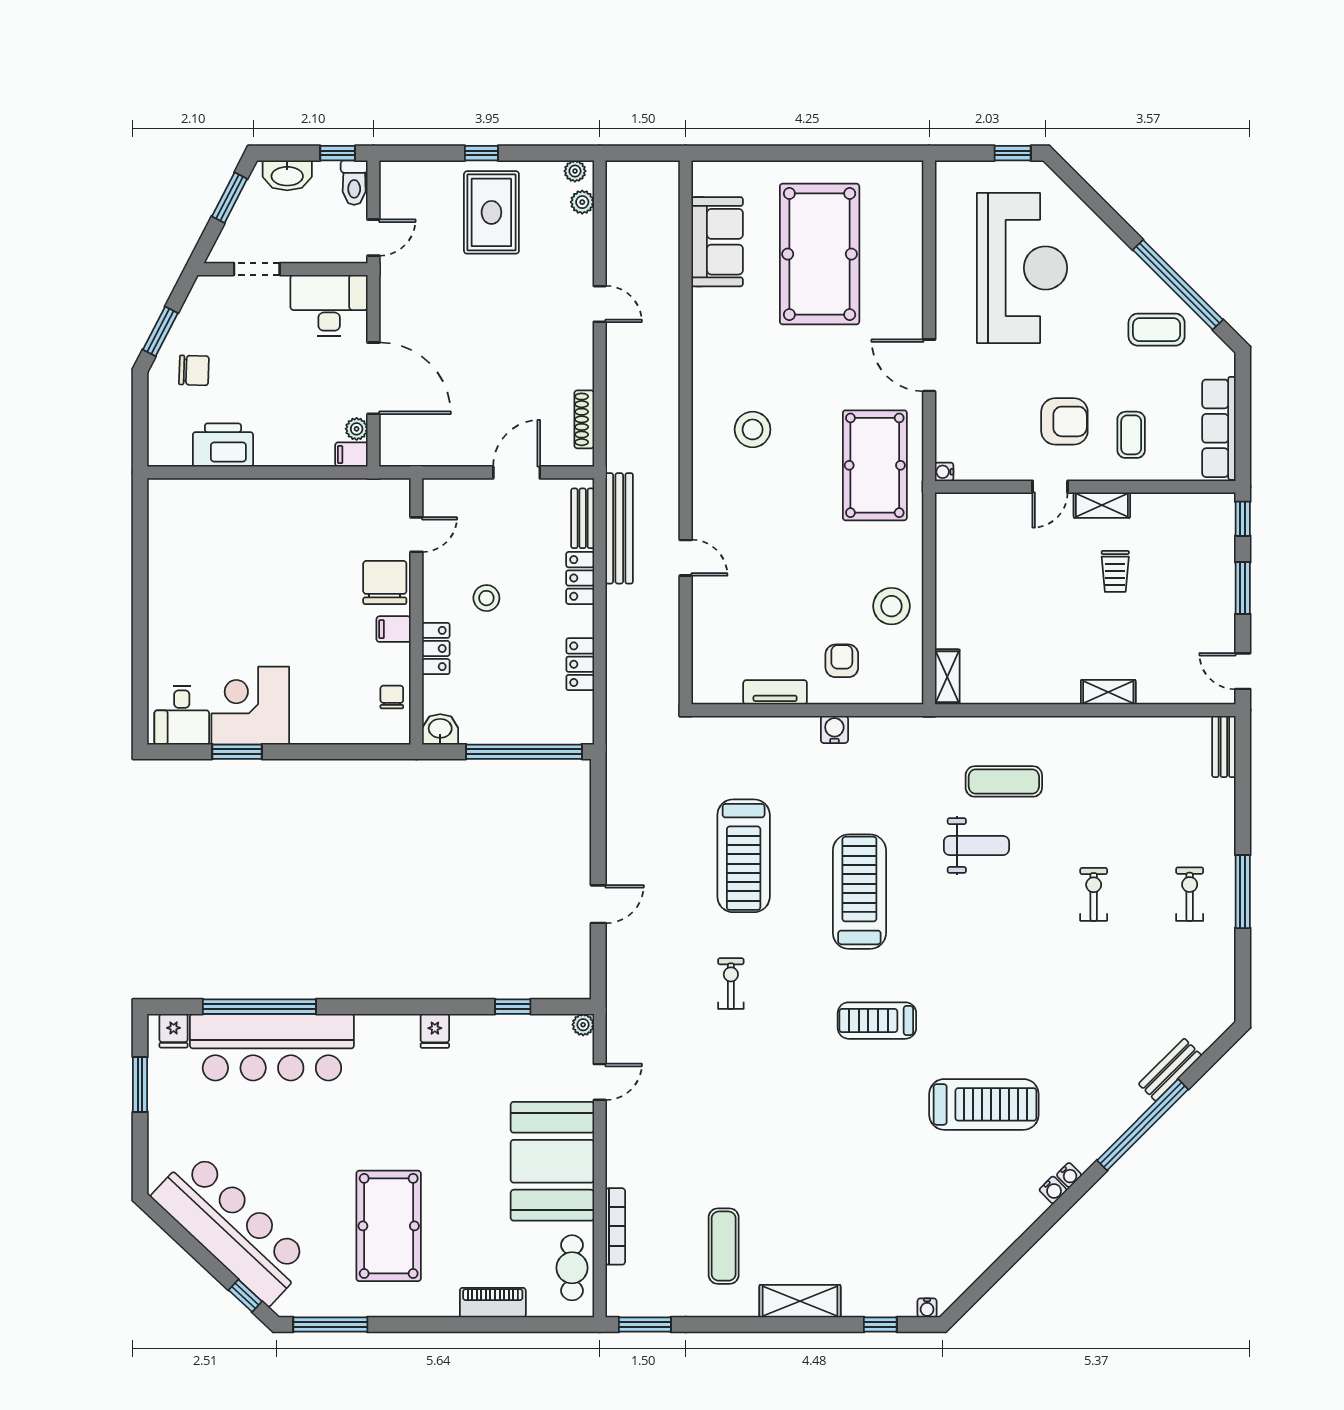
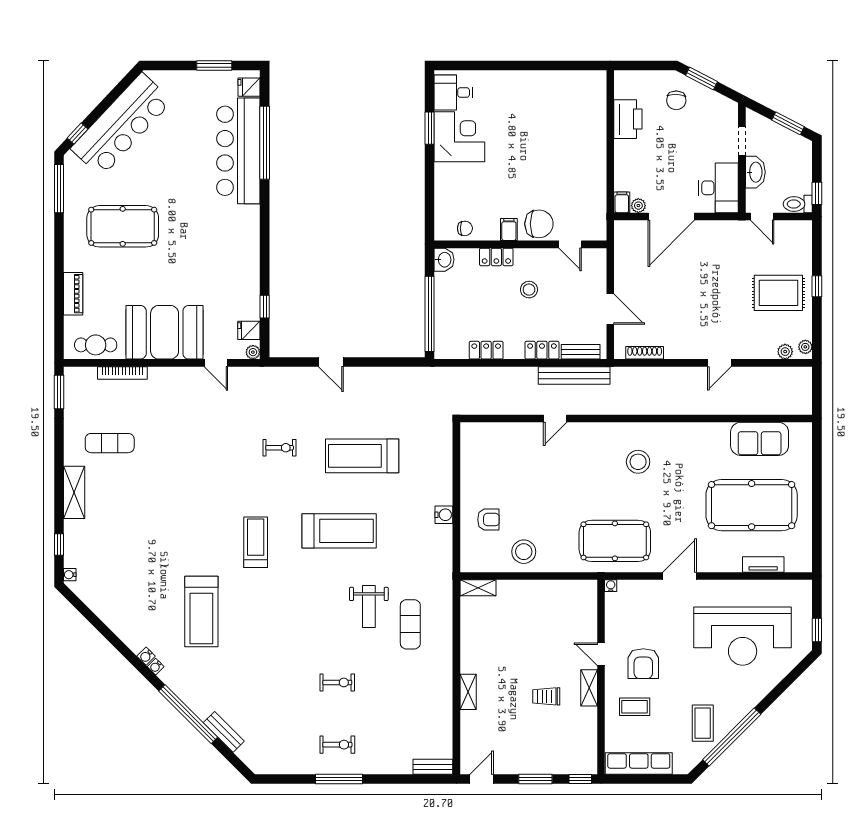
washbasin: (287, 175) -> (755, 172), moved, turned 180
tv unit: (775, 692) -> (763, 564), moved, turned -90
fridge: (435, 1031) -> (249, 330), moved

